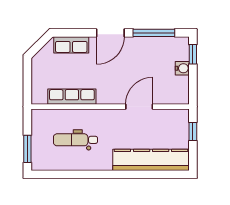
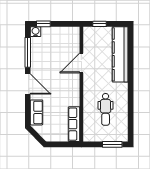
water cooler: (182, 68) -> (36, 32), moved
row of seats: (72, 97) -> (74, 124), moved
door: (139, 107) -> (81, 63), hinge flipped

